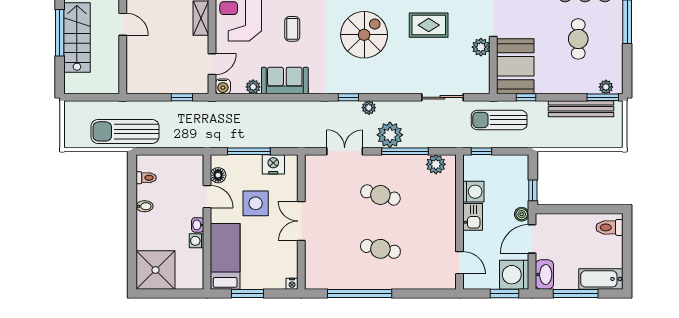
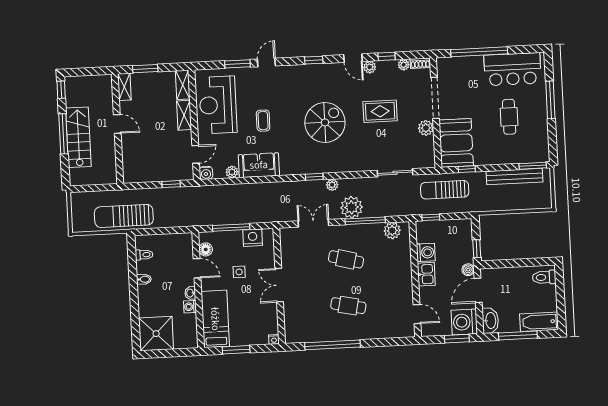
plant: (606, 87) -> (535, 157), removed
side table: (256, 203) -> (239, 272), width x0.54, depth x0.54

